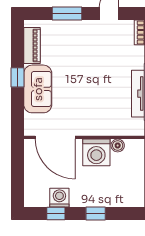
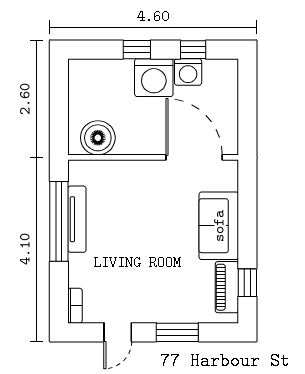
window: (18, 77) -> (247, 283), moved
boiler: (118, 145) -> (98, 138), width x1.86, depth x1.86
washing machine: (96, 152) -> (154, 78), moved, turned 180

